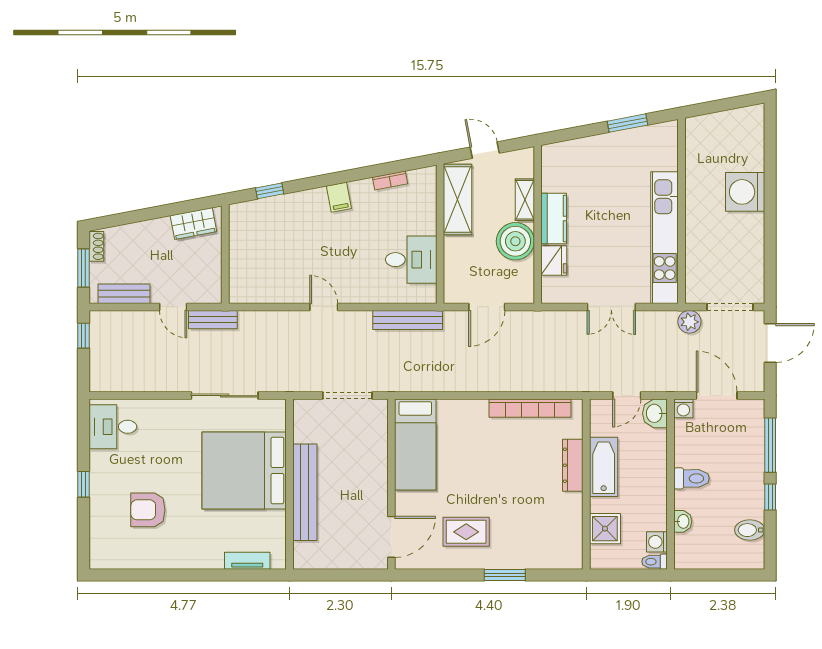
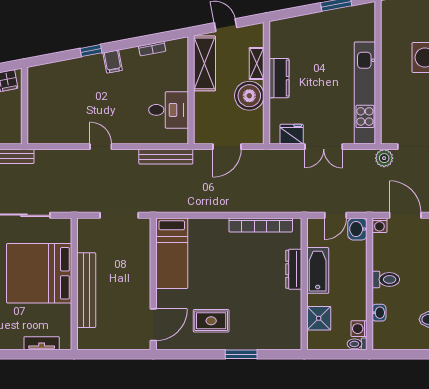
window: (270, 191) -> (91, 51), moved
fridge: (554, 261) -> (292, 134), moved, turned -90

